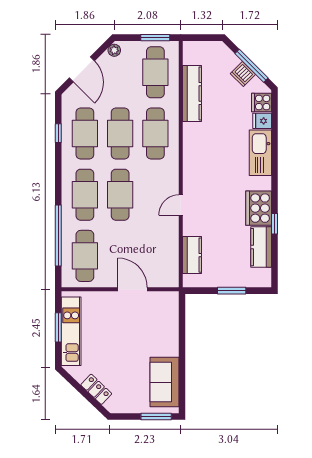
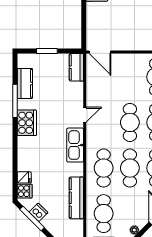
kitchen sink: (260, 153) -> (75, 145), moved, turned 180
cooker: (259, 208) -> (27, 123), moved
window: (275, 224) -> (15, 101), width x2.17
kitchen counter: (192, 255) -> (76, 67), moved
door: (133, 289) -> (100, 52), moved

